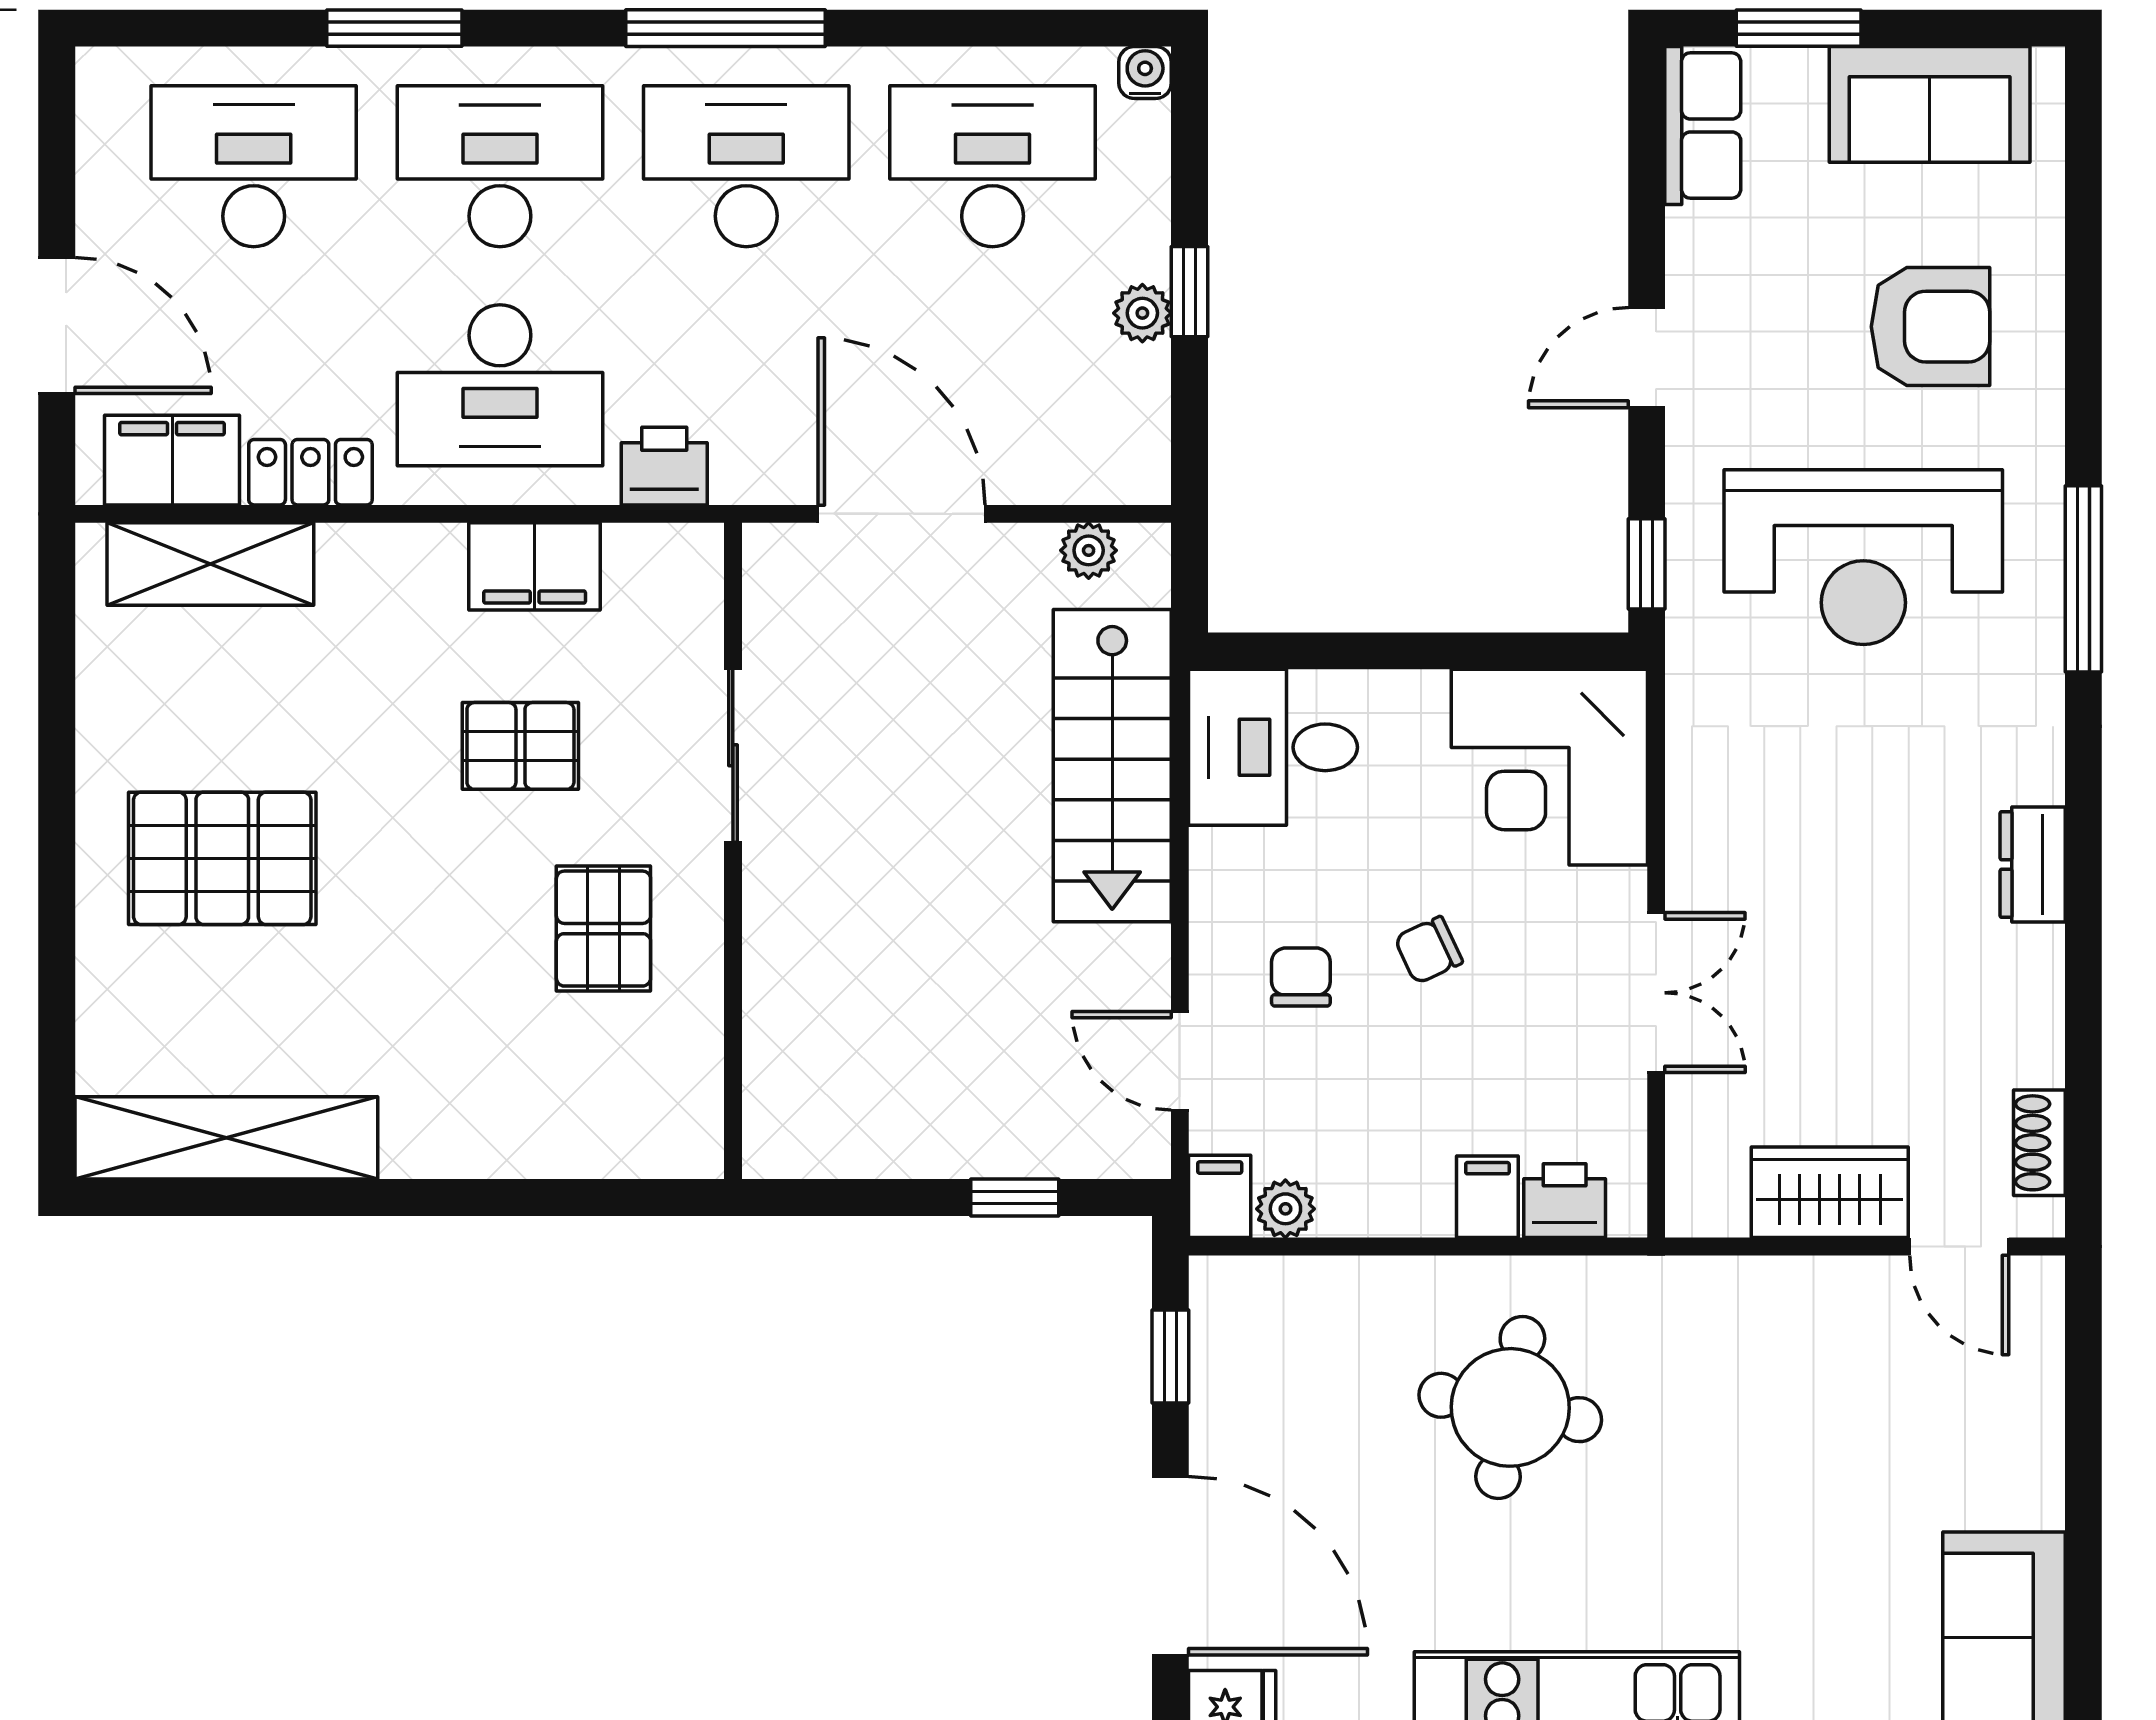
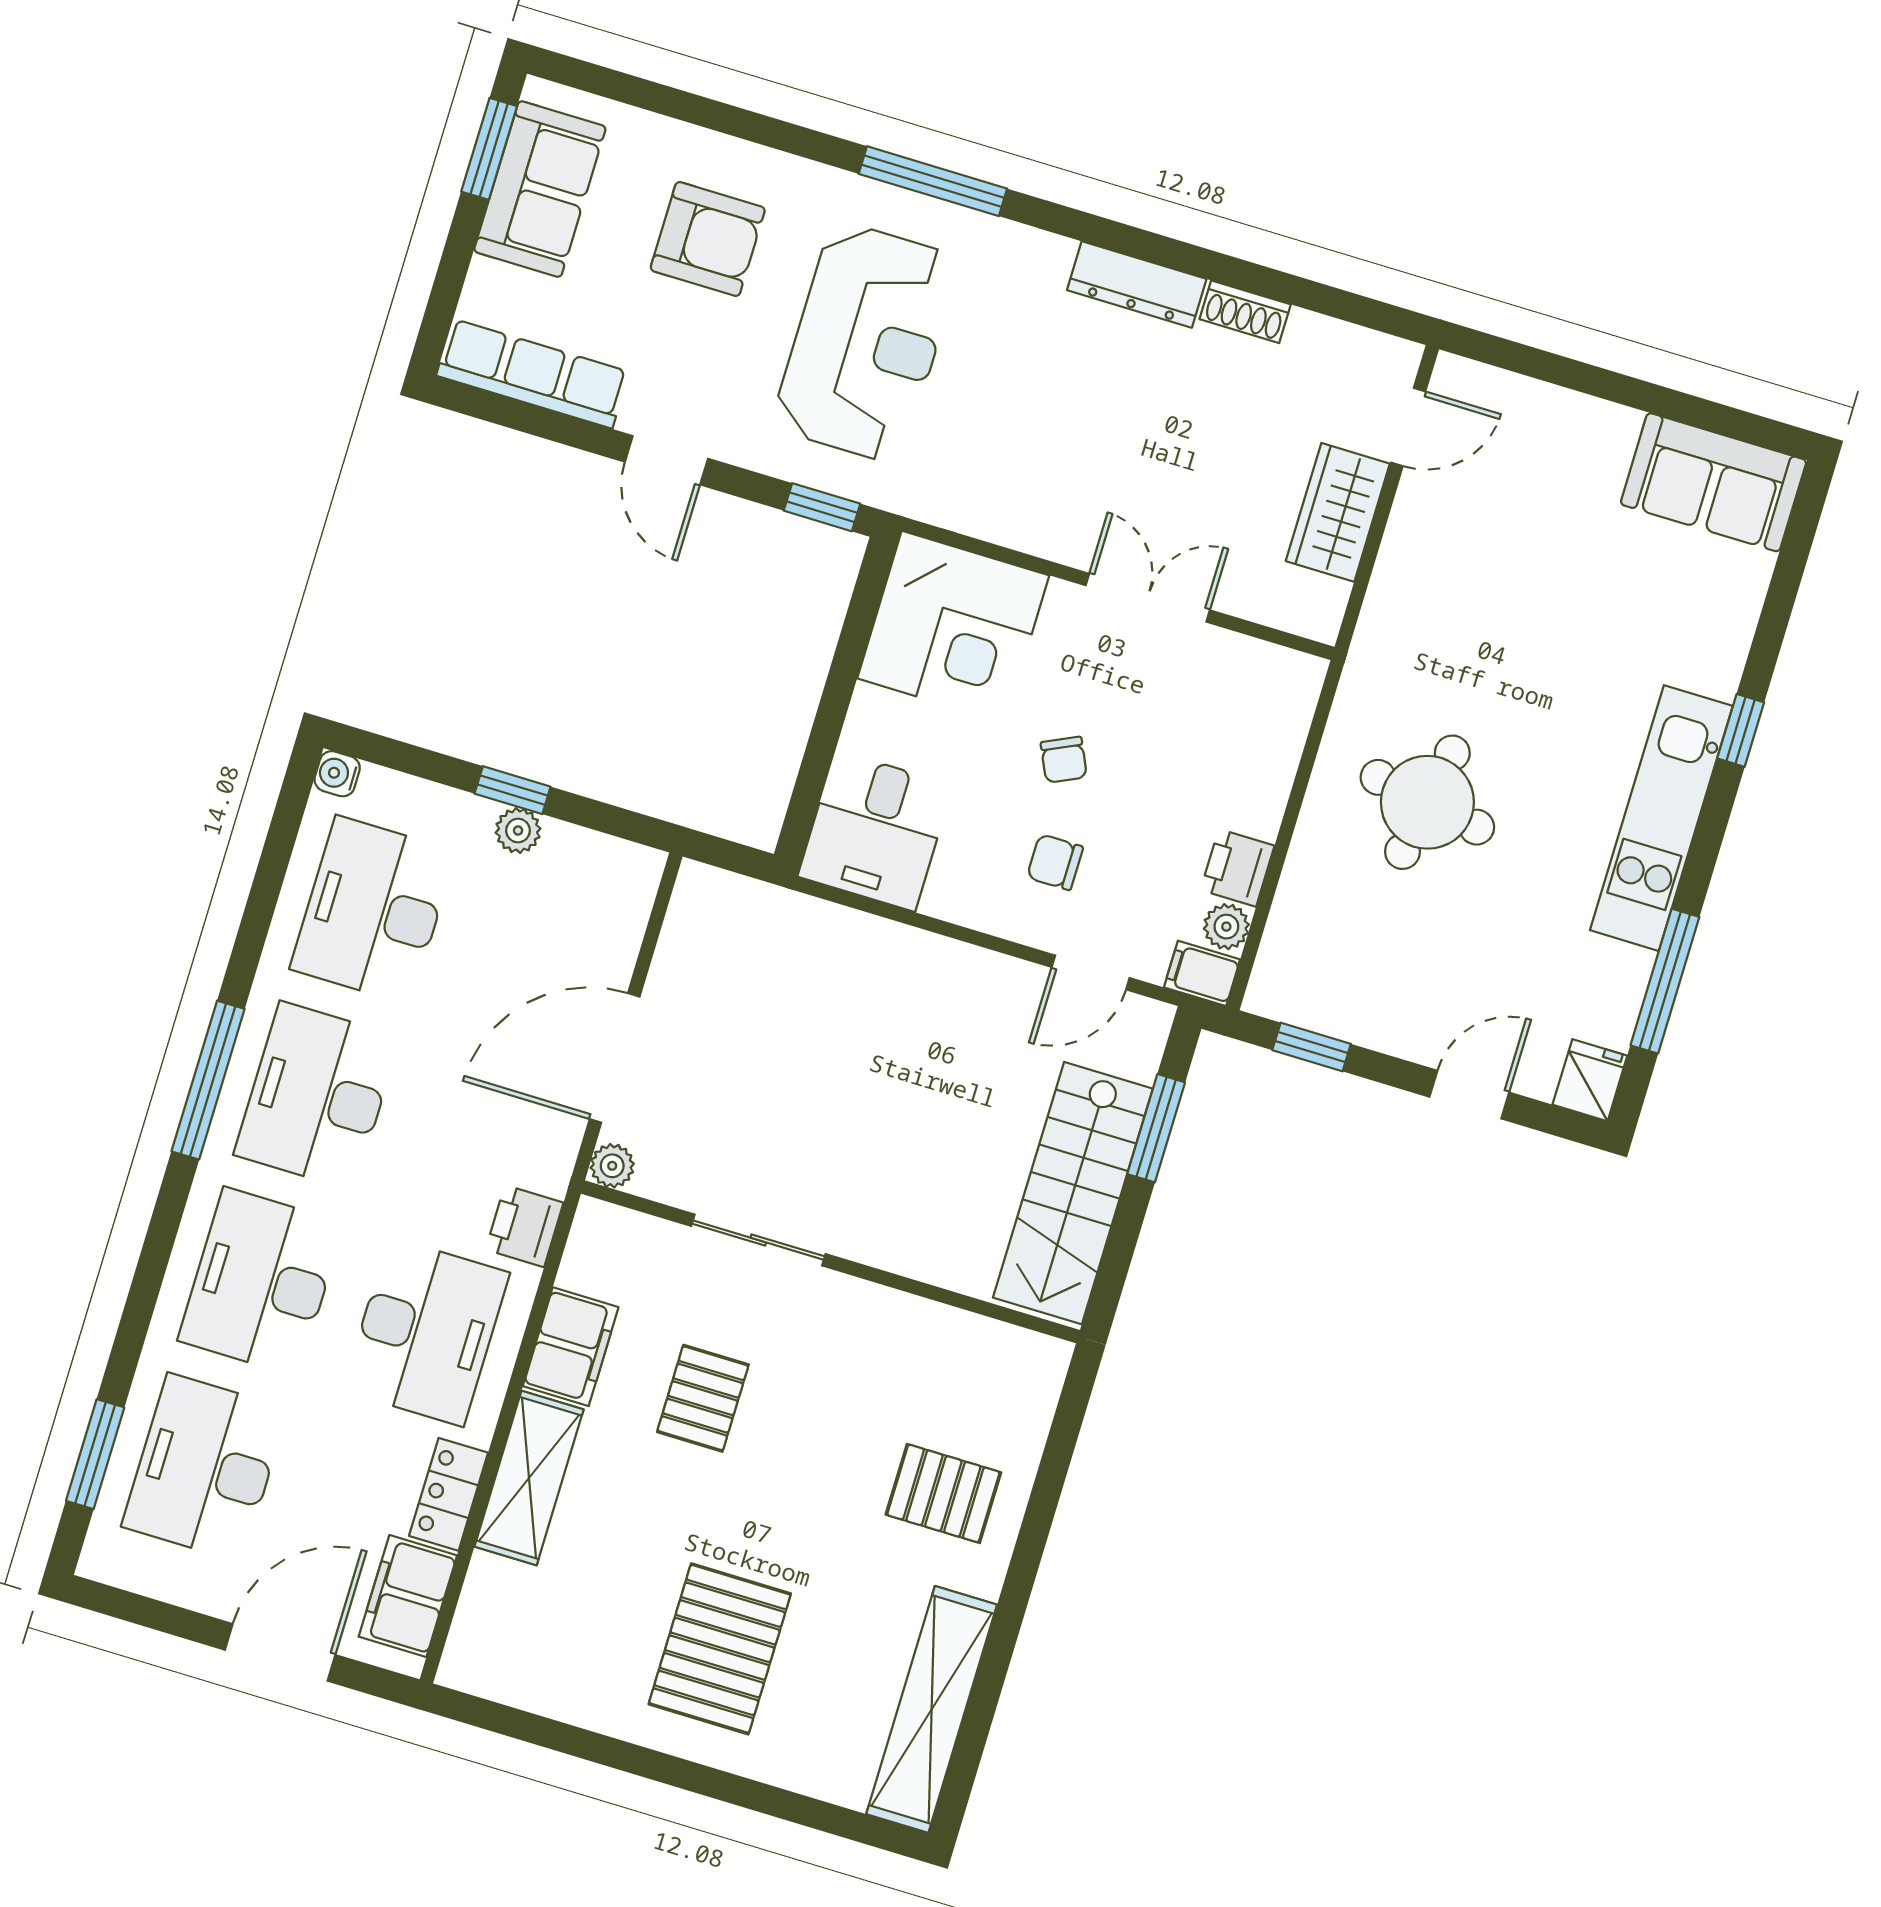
window: (394, 28) -> (95, 1454), moved
window: (1799, 28) -> (489, 149), moved
row of seats: (1703, 125) -> (533, 374), width x1.48
armchair: (1931, 327) -> (708, 239), turned 90
plant: (1089, 550) -> (612, 1166), moved
shelving: (210, 564) -> (529, 1478), moved
stairs: (1112, 766) -> (1073, 1193), moved, turned 90
dresser: (2033, 865) -> (1137, 285), width x1.44
pallet: (603, 929) -> (943, 1493), moved
shoe rack: (2039, 1143) -> (1245, 312), moved
window: (1015, 1197) -> (1156, 1128), width x1.50
filing cabinet: (1487, 1197) -> (1263, 772), removed
printer: (1565, 1201) -> (1237, 868), moved
door: (1170, 1566) -> (1469, 1095), width x0.53

